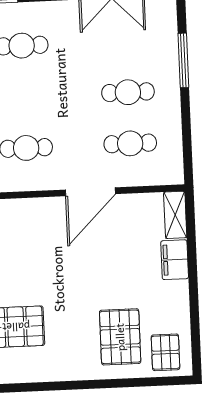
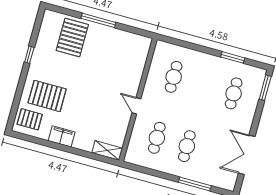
door: (90, 192) -> (136, 106), width x0.53
filing cabinet: (175, 260) -> (62, 136), moved
window: (64, 386) -> (29, 55), added

